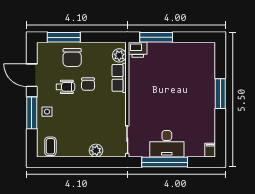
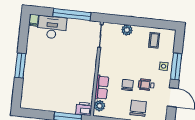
desk: (167, 144) -> (52, 27), moved
coffee table: (50, 146) -> (154, 40), moved

